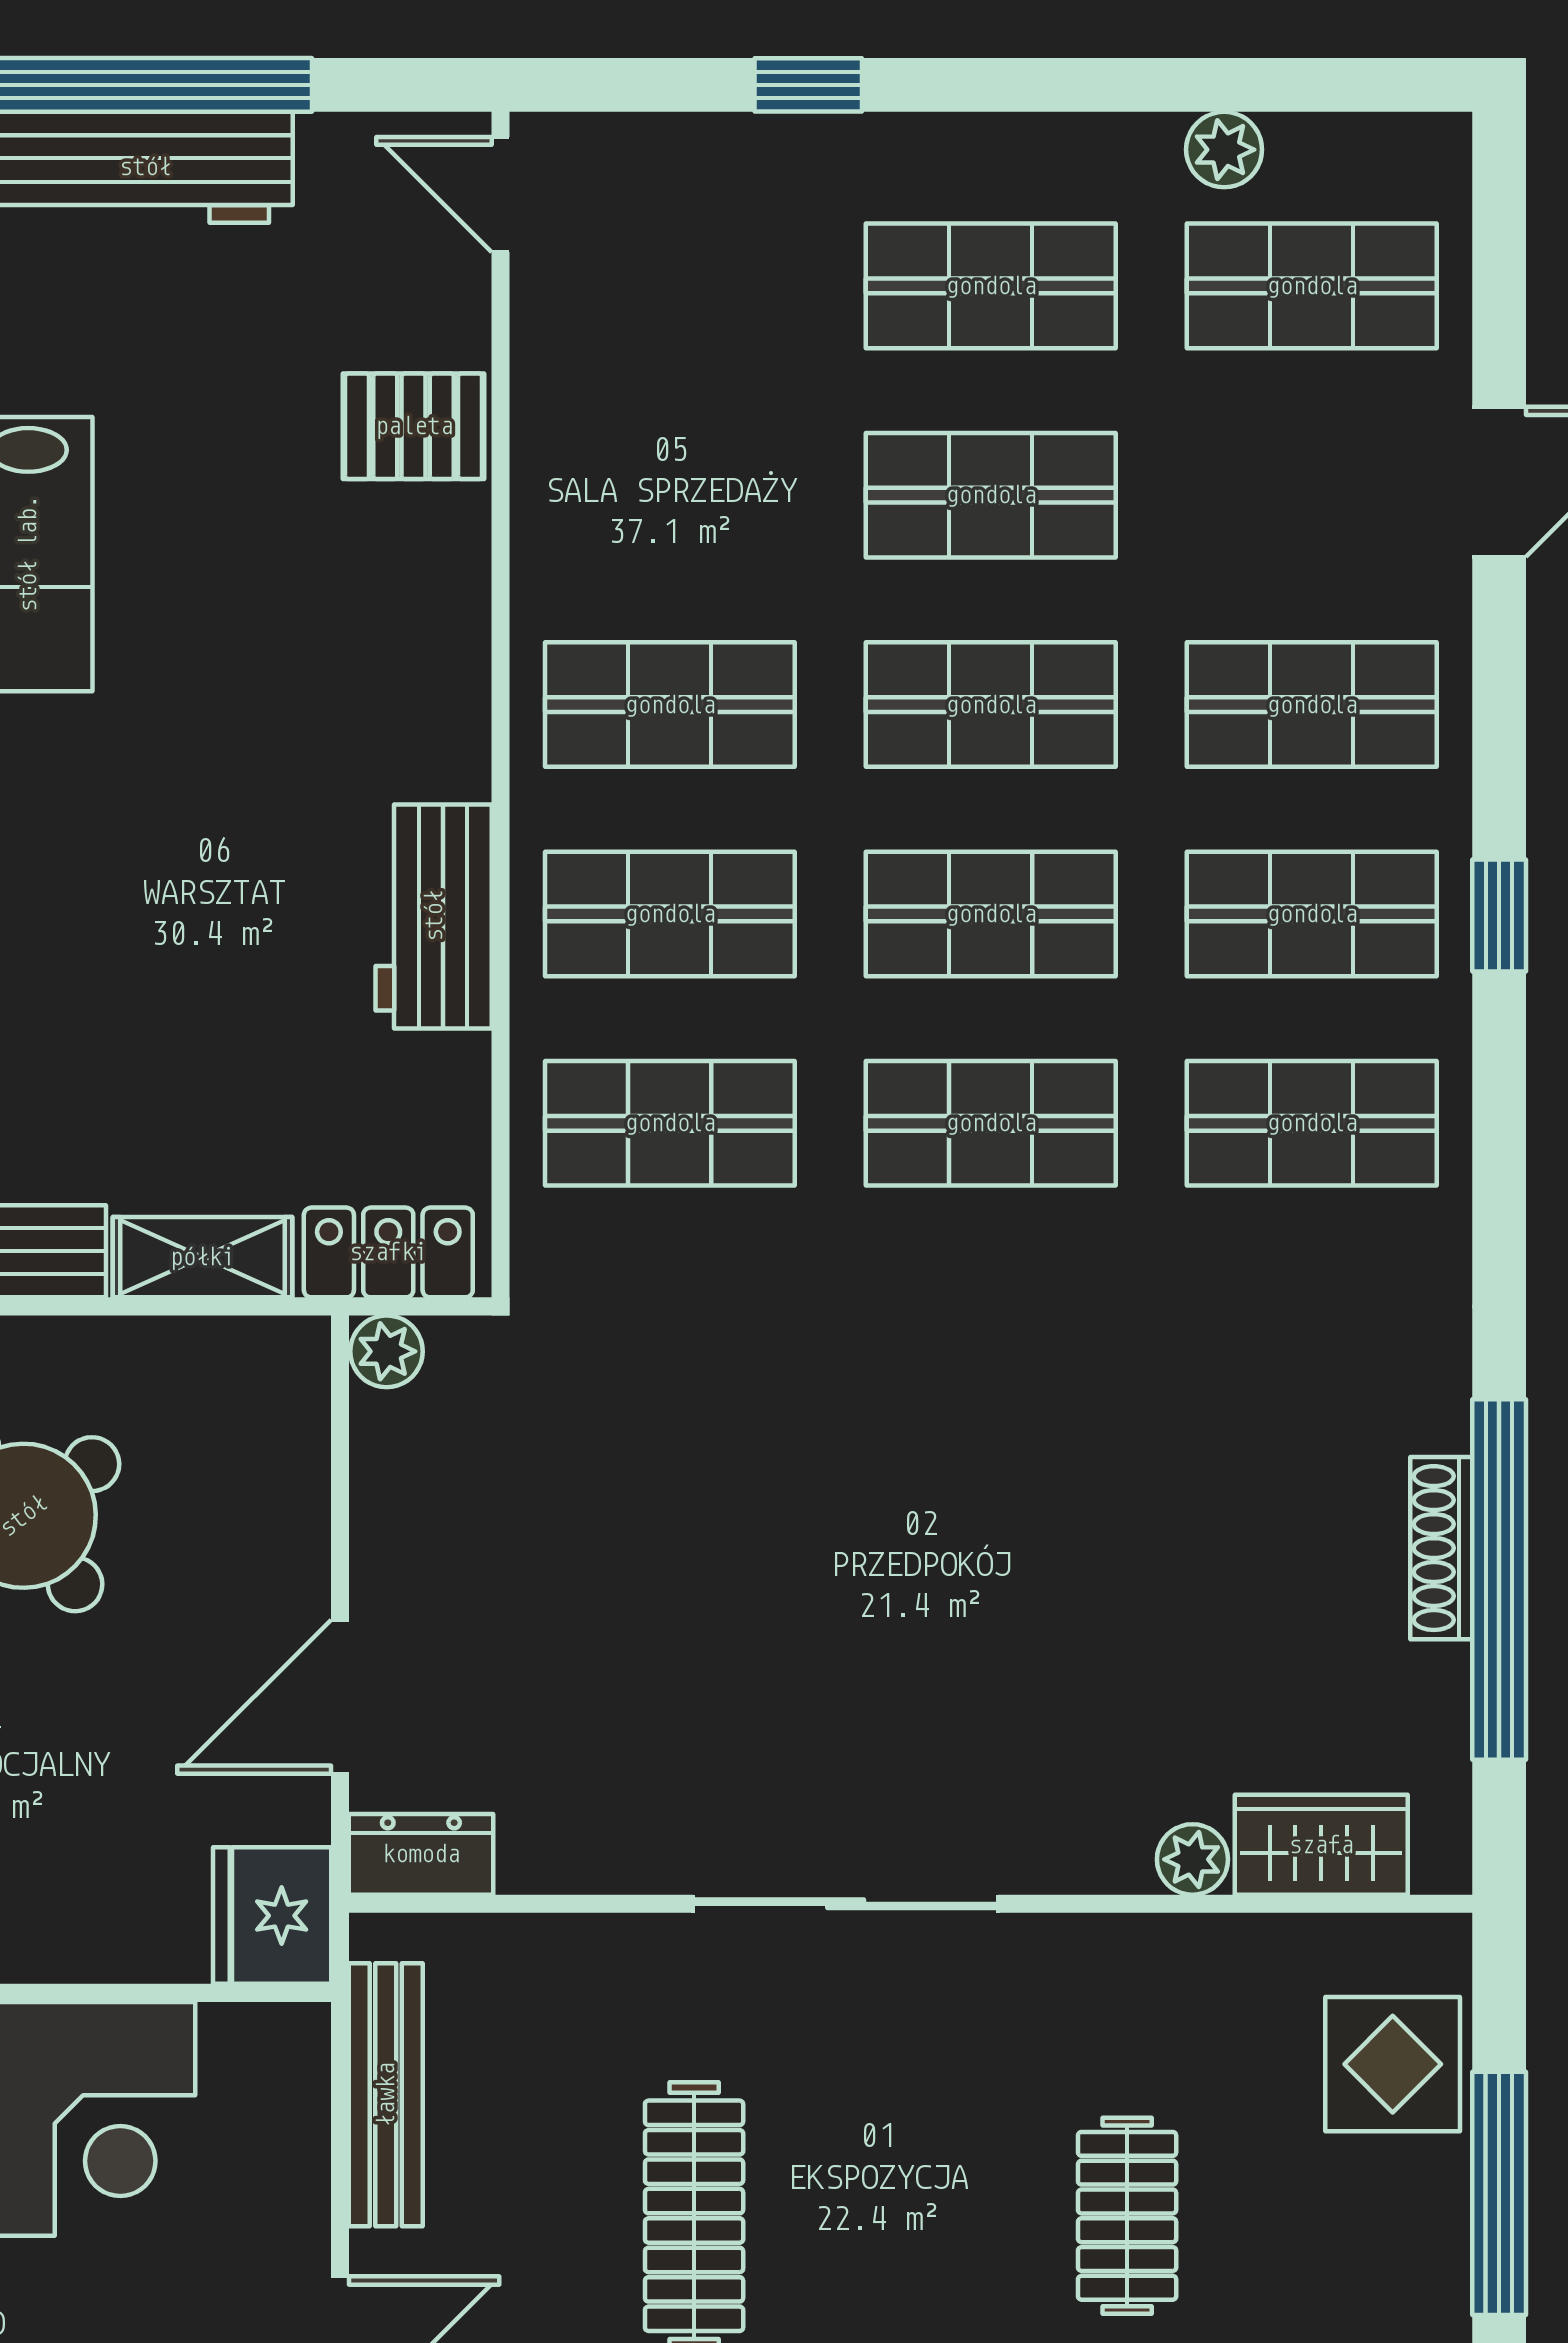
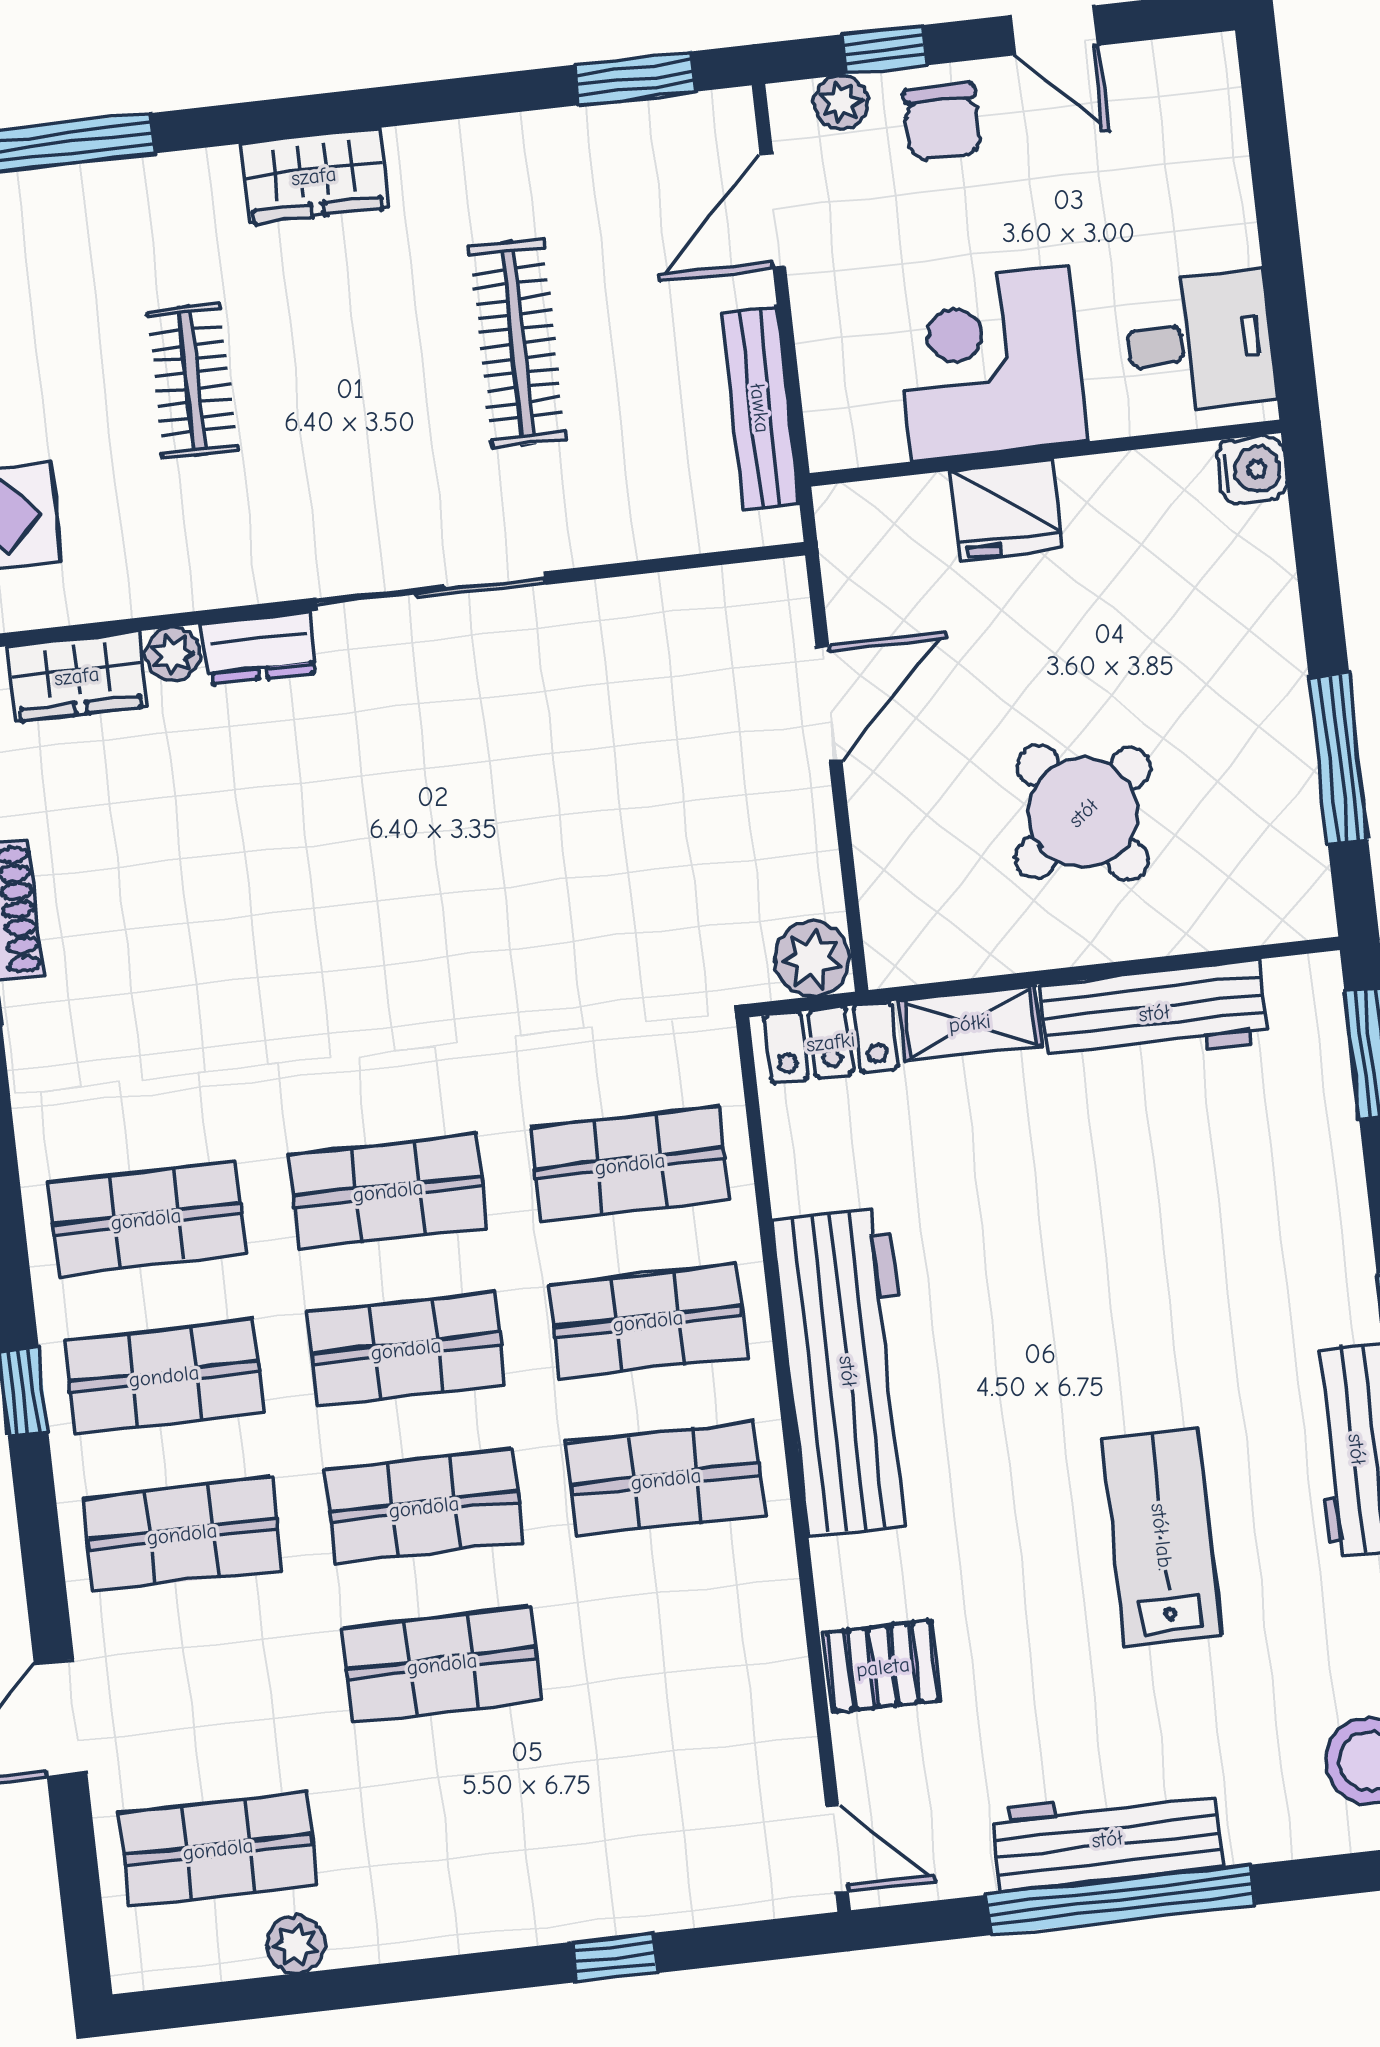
shop shelf: (991, 286) -> (460, 1822), removed
workbench: (434, 916) -> (848, 1371), width x1.88, depth x1.32
plant: (387, 1351) -> (812, 959), width x1.38, depth x1.38
dresser: (421, 1854) -> (260, 648), moved
fridge: (272, 1916) -> (1007, 509), moved, turned 90

